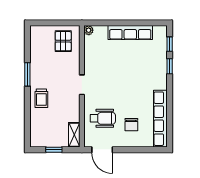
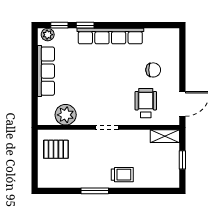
plant: (89, 30) -> (66, 115), moved, width x1.87, depth x1.87
plant: (162, 34) -> (48, 35), added
row of seats: (160, 119) -> (110, 36), moved

